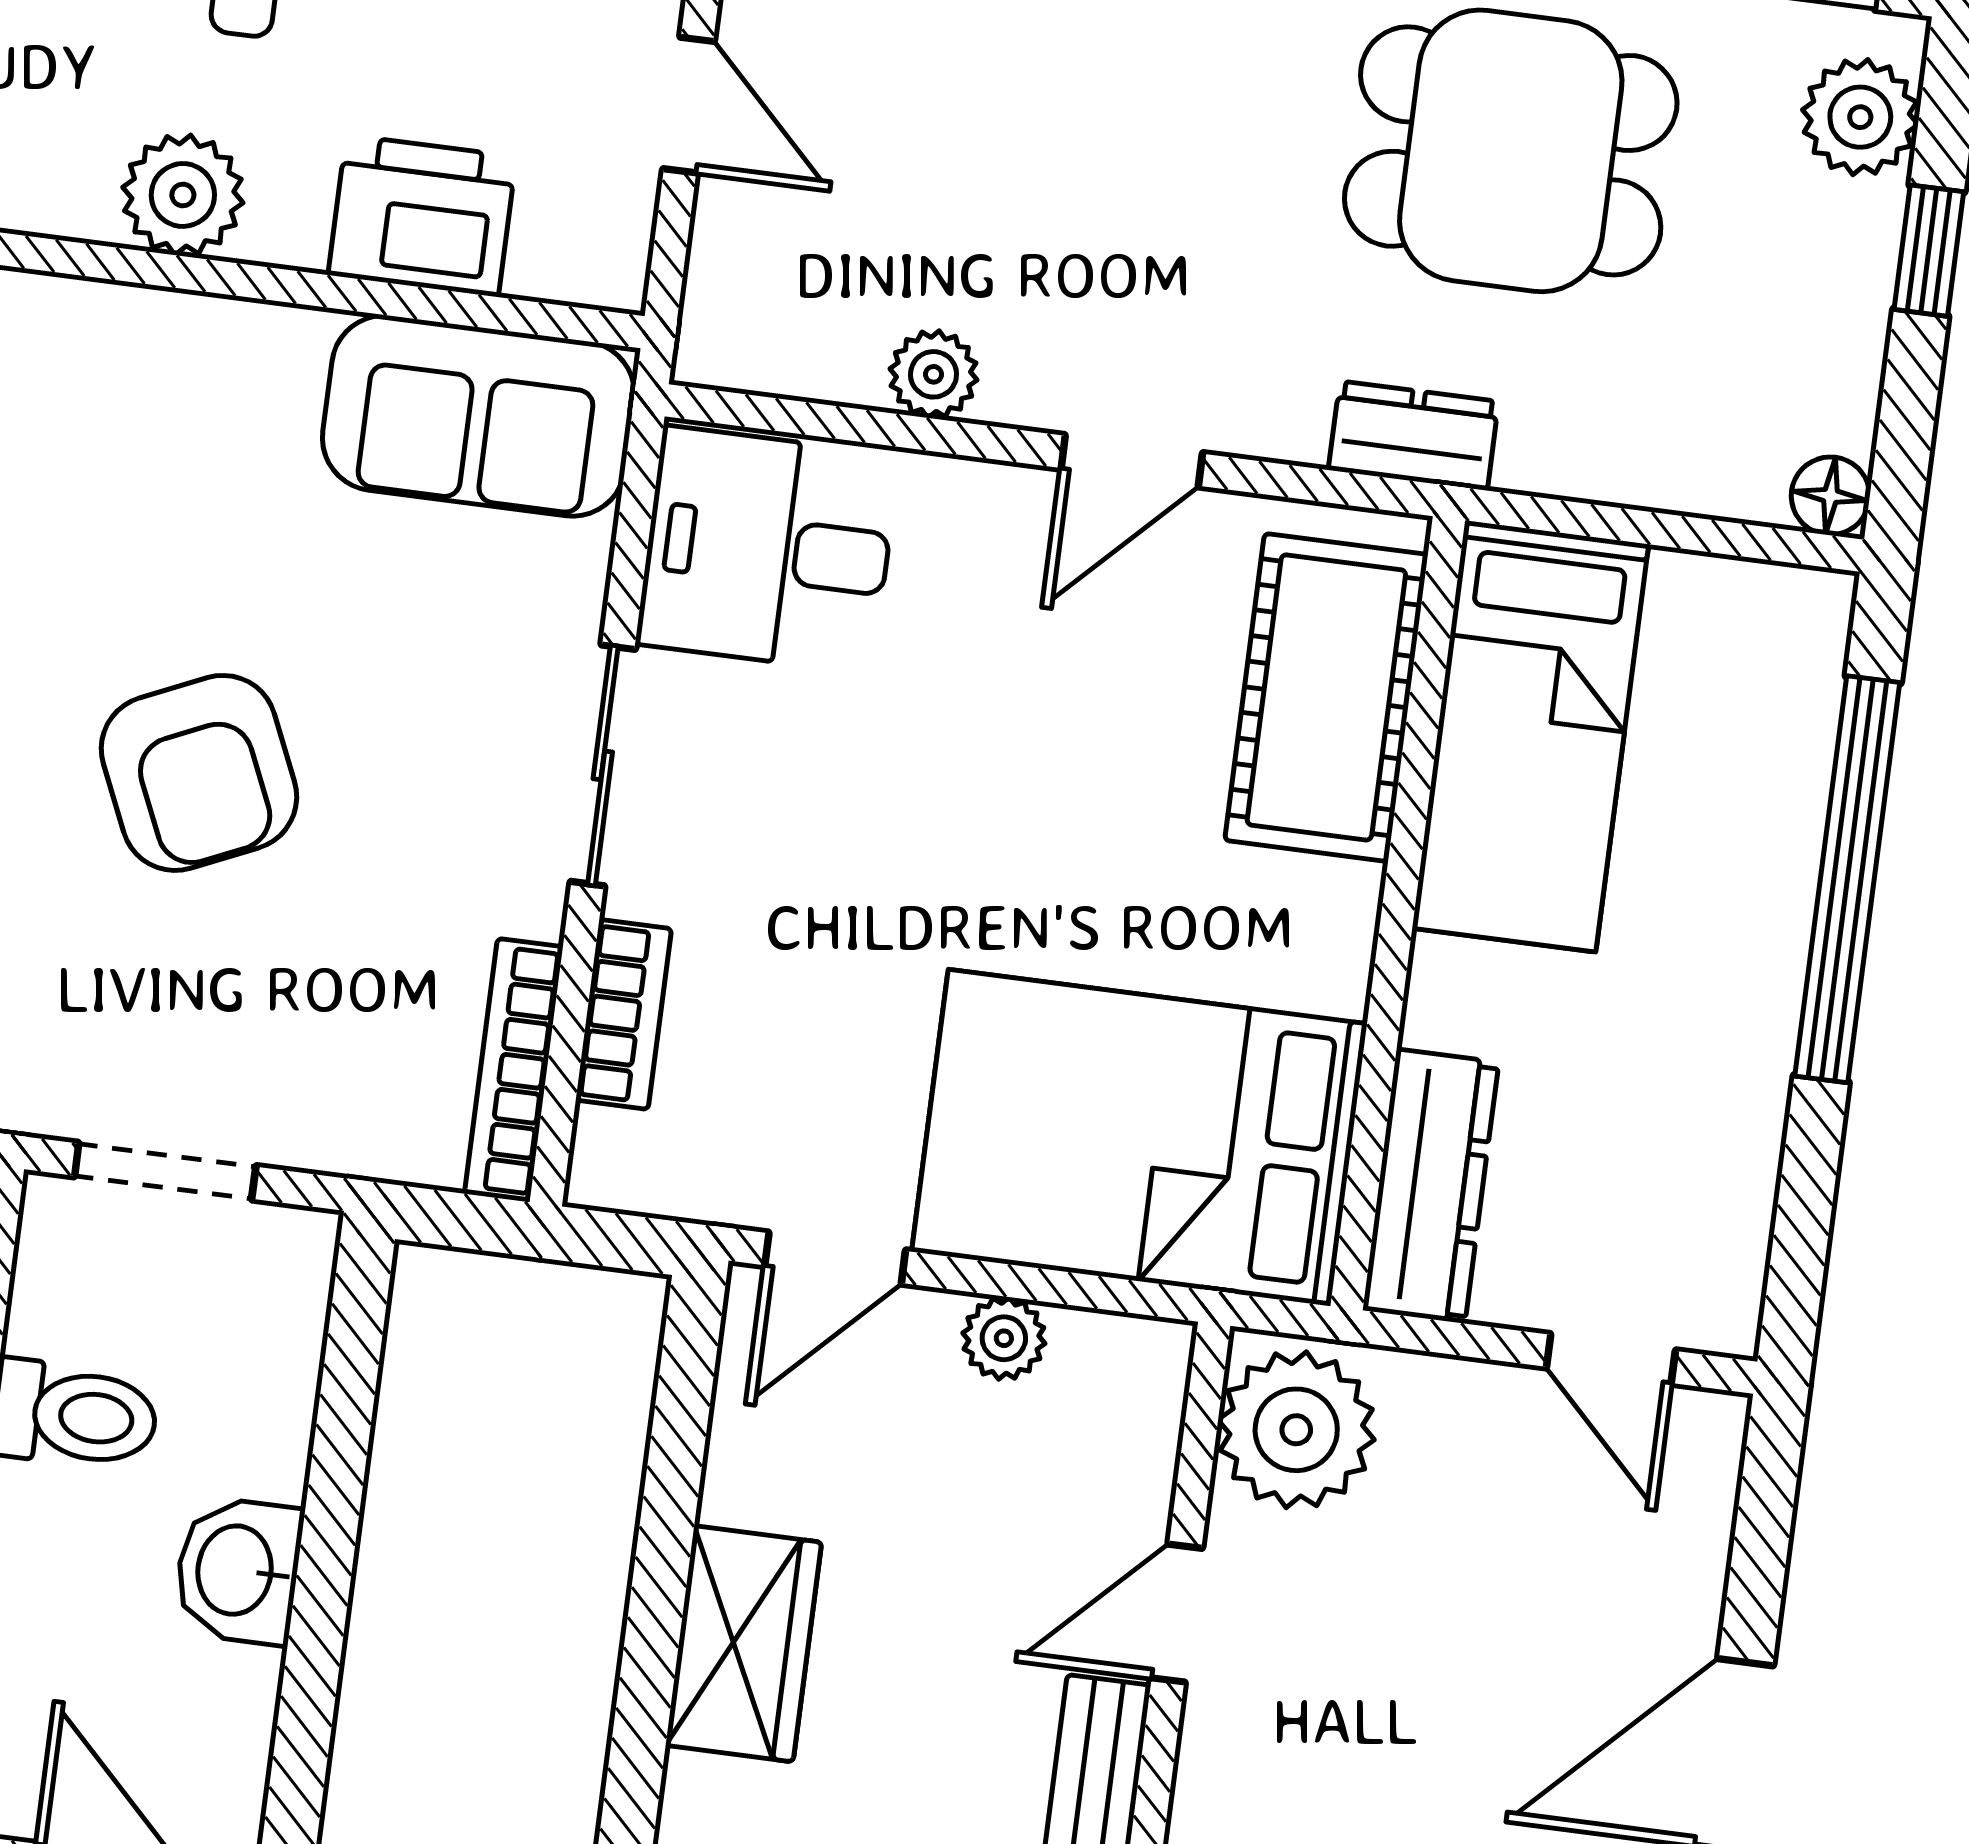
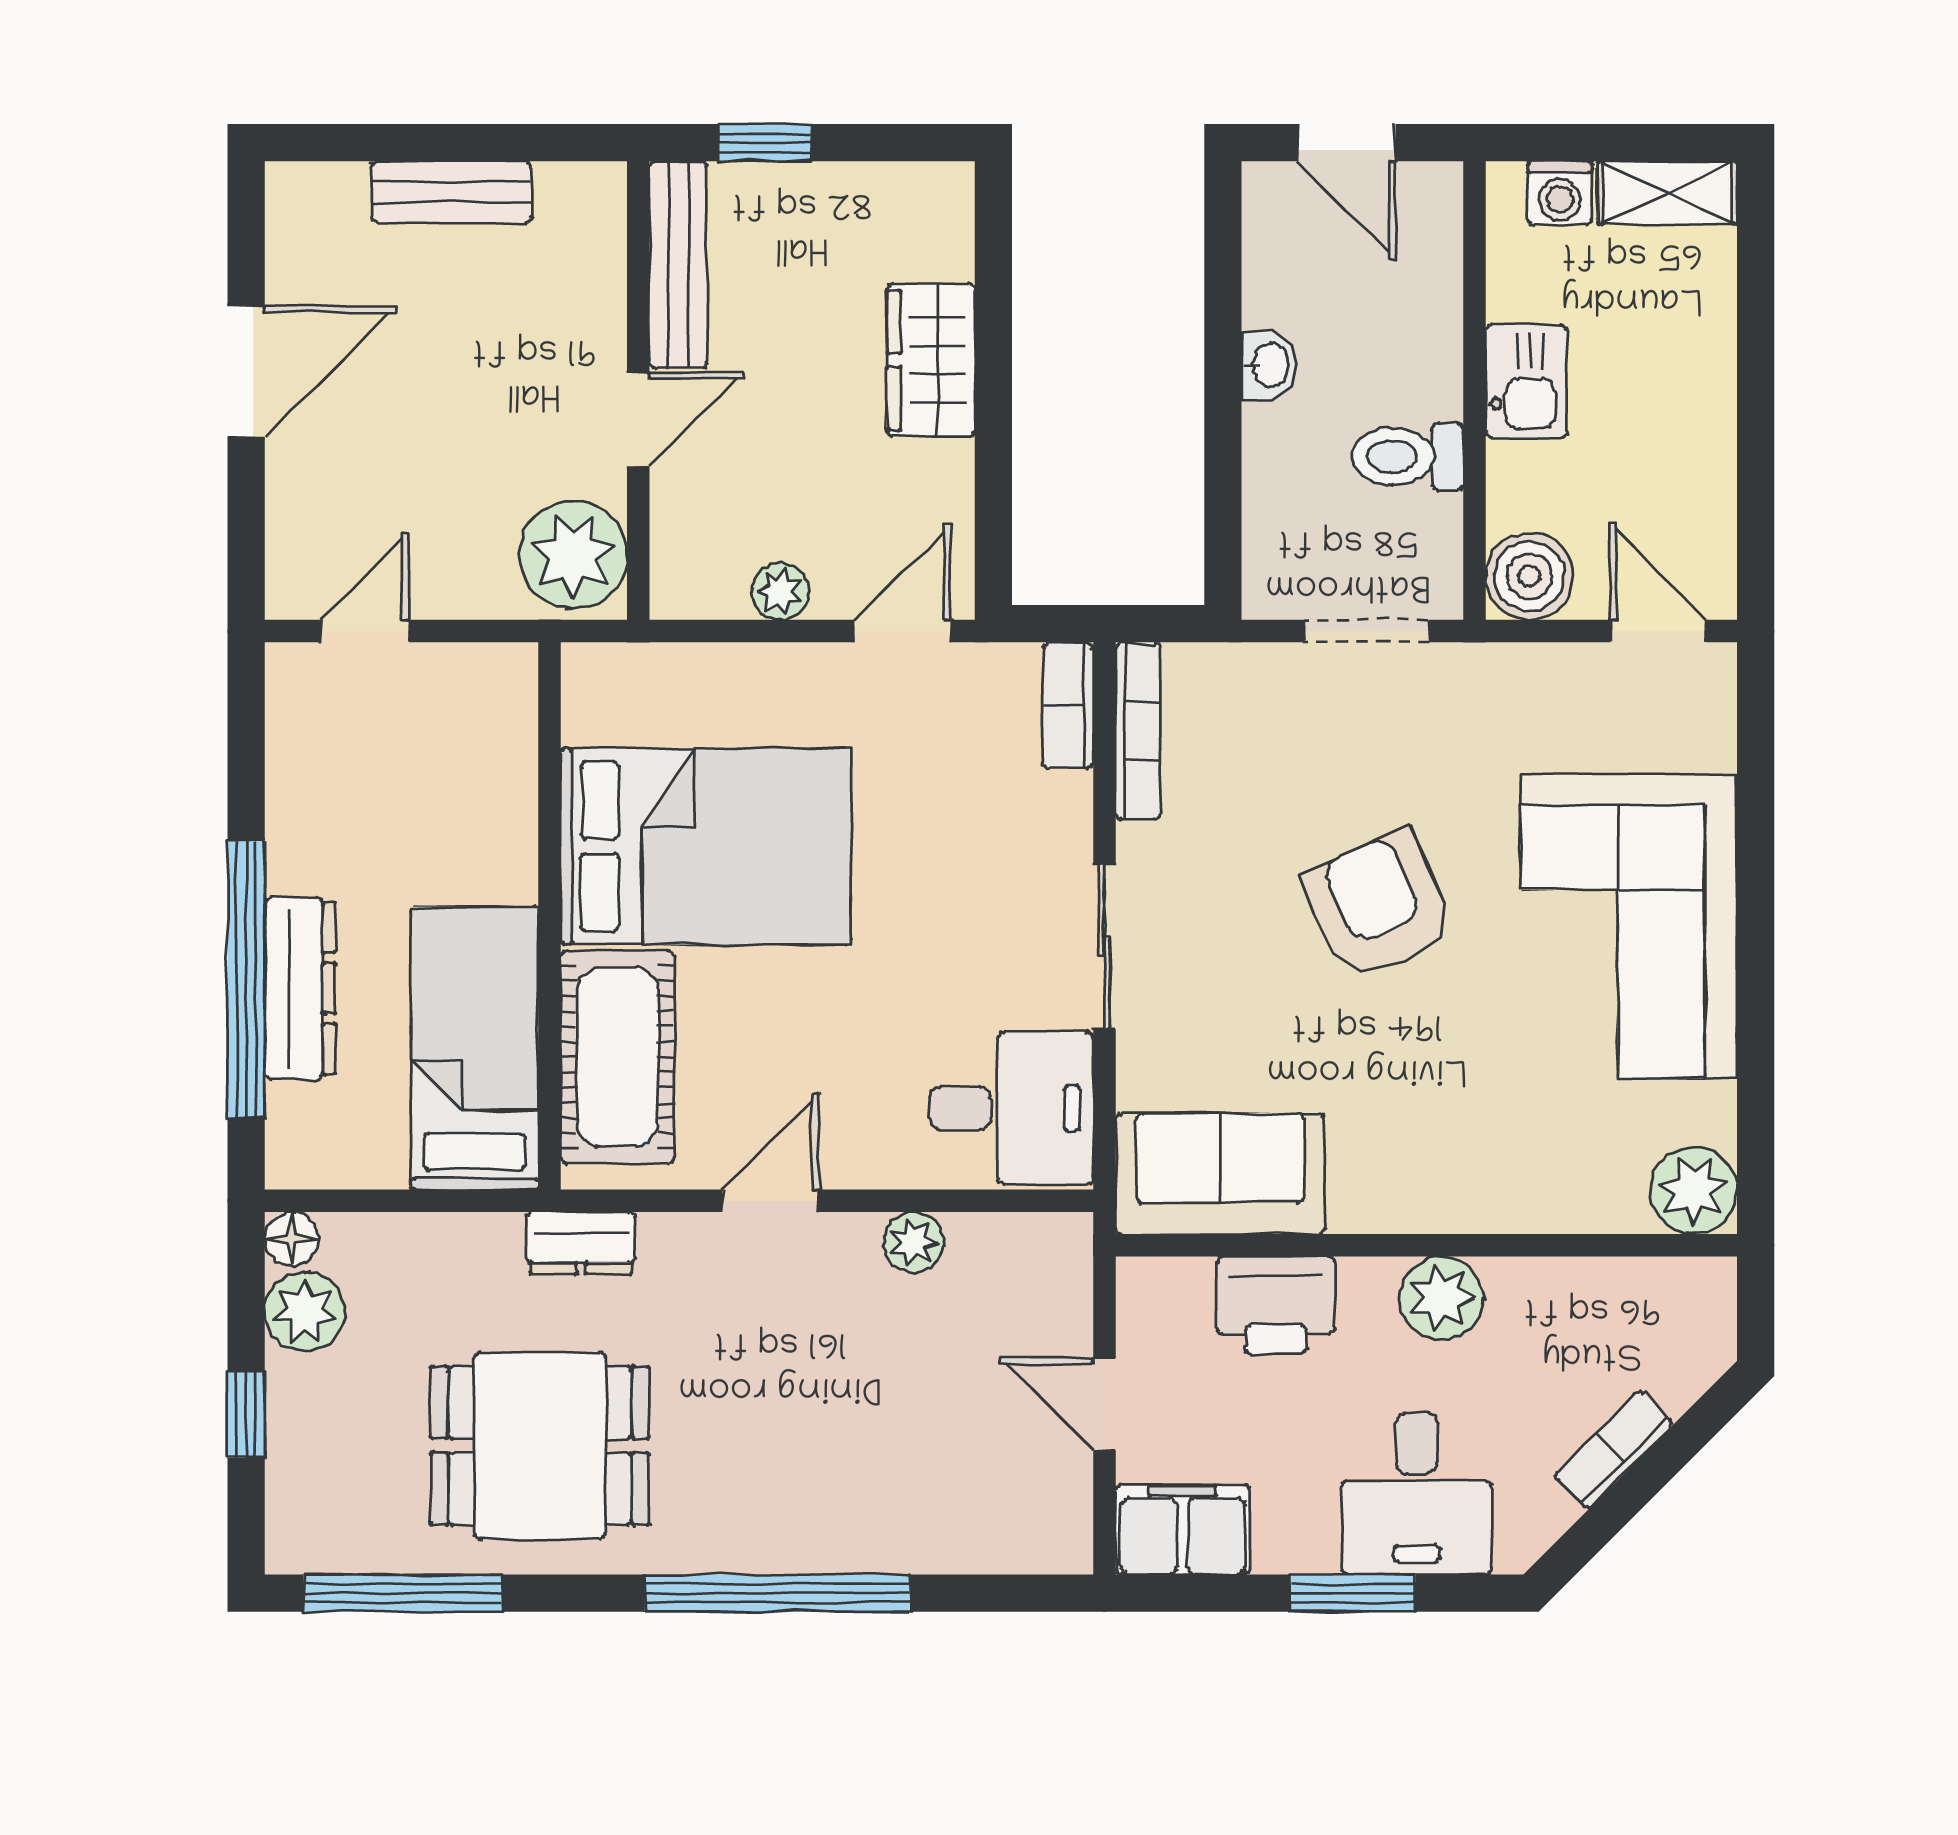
plant: (1860, 117) -> (305, 1312), moved
bookcase: (624, 1014) -> (1068, 705), moved
bed: (1139, 1138) -> (706, 846), moved
dresser: (1431, 1186) -> (300, 988), moved, turned 180
door: (1611, 1359) -> (365, 631), hinge flipped
washbasin: (238, 1571) -> (1269, 365), width x0.72, depth x0.69

